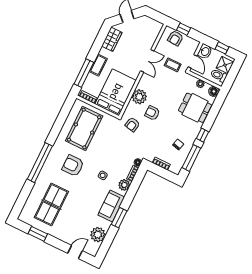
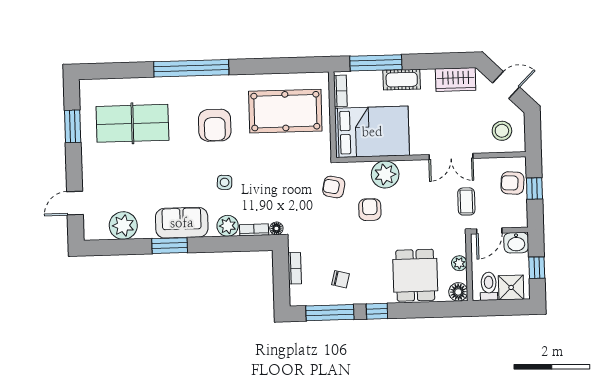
stool: (148, 30) -> (502, 131), added
armchair: (73, 166) -> (215, 125), turned 180
door: (75, 252) -> (75, 203), swing flipped

